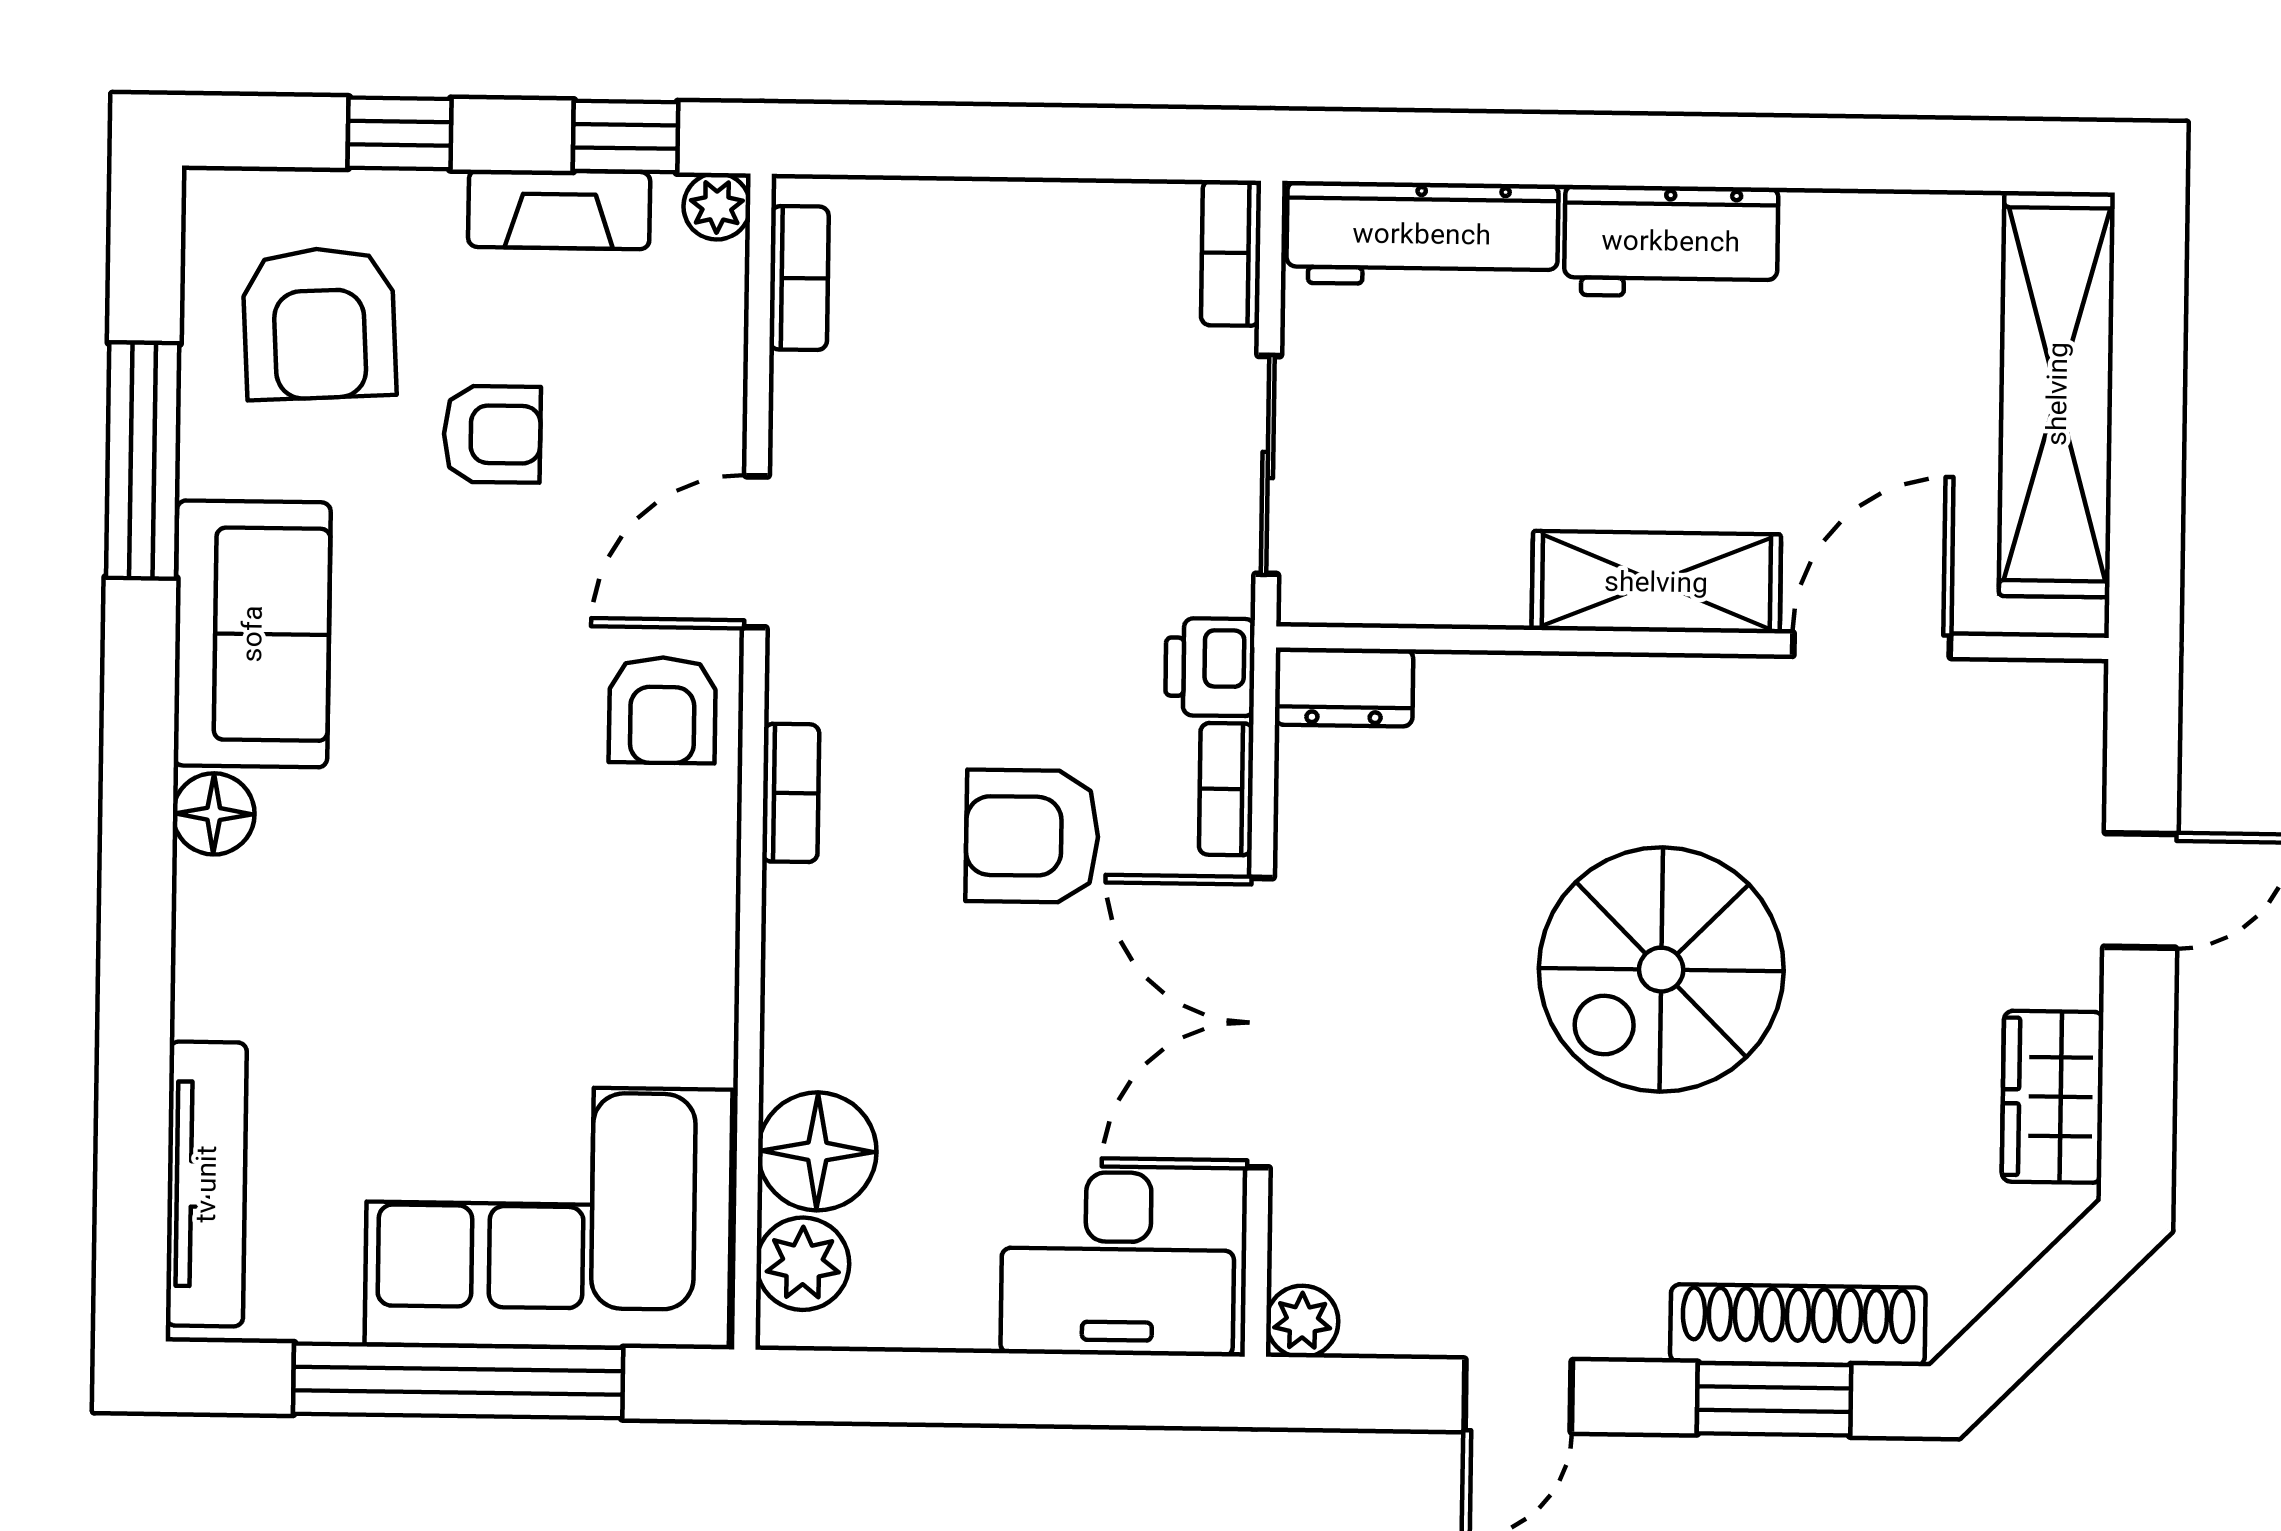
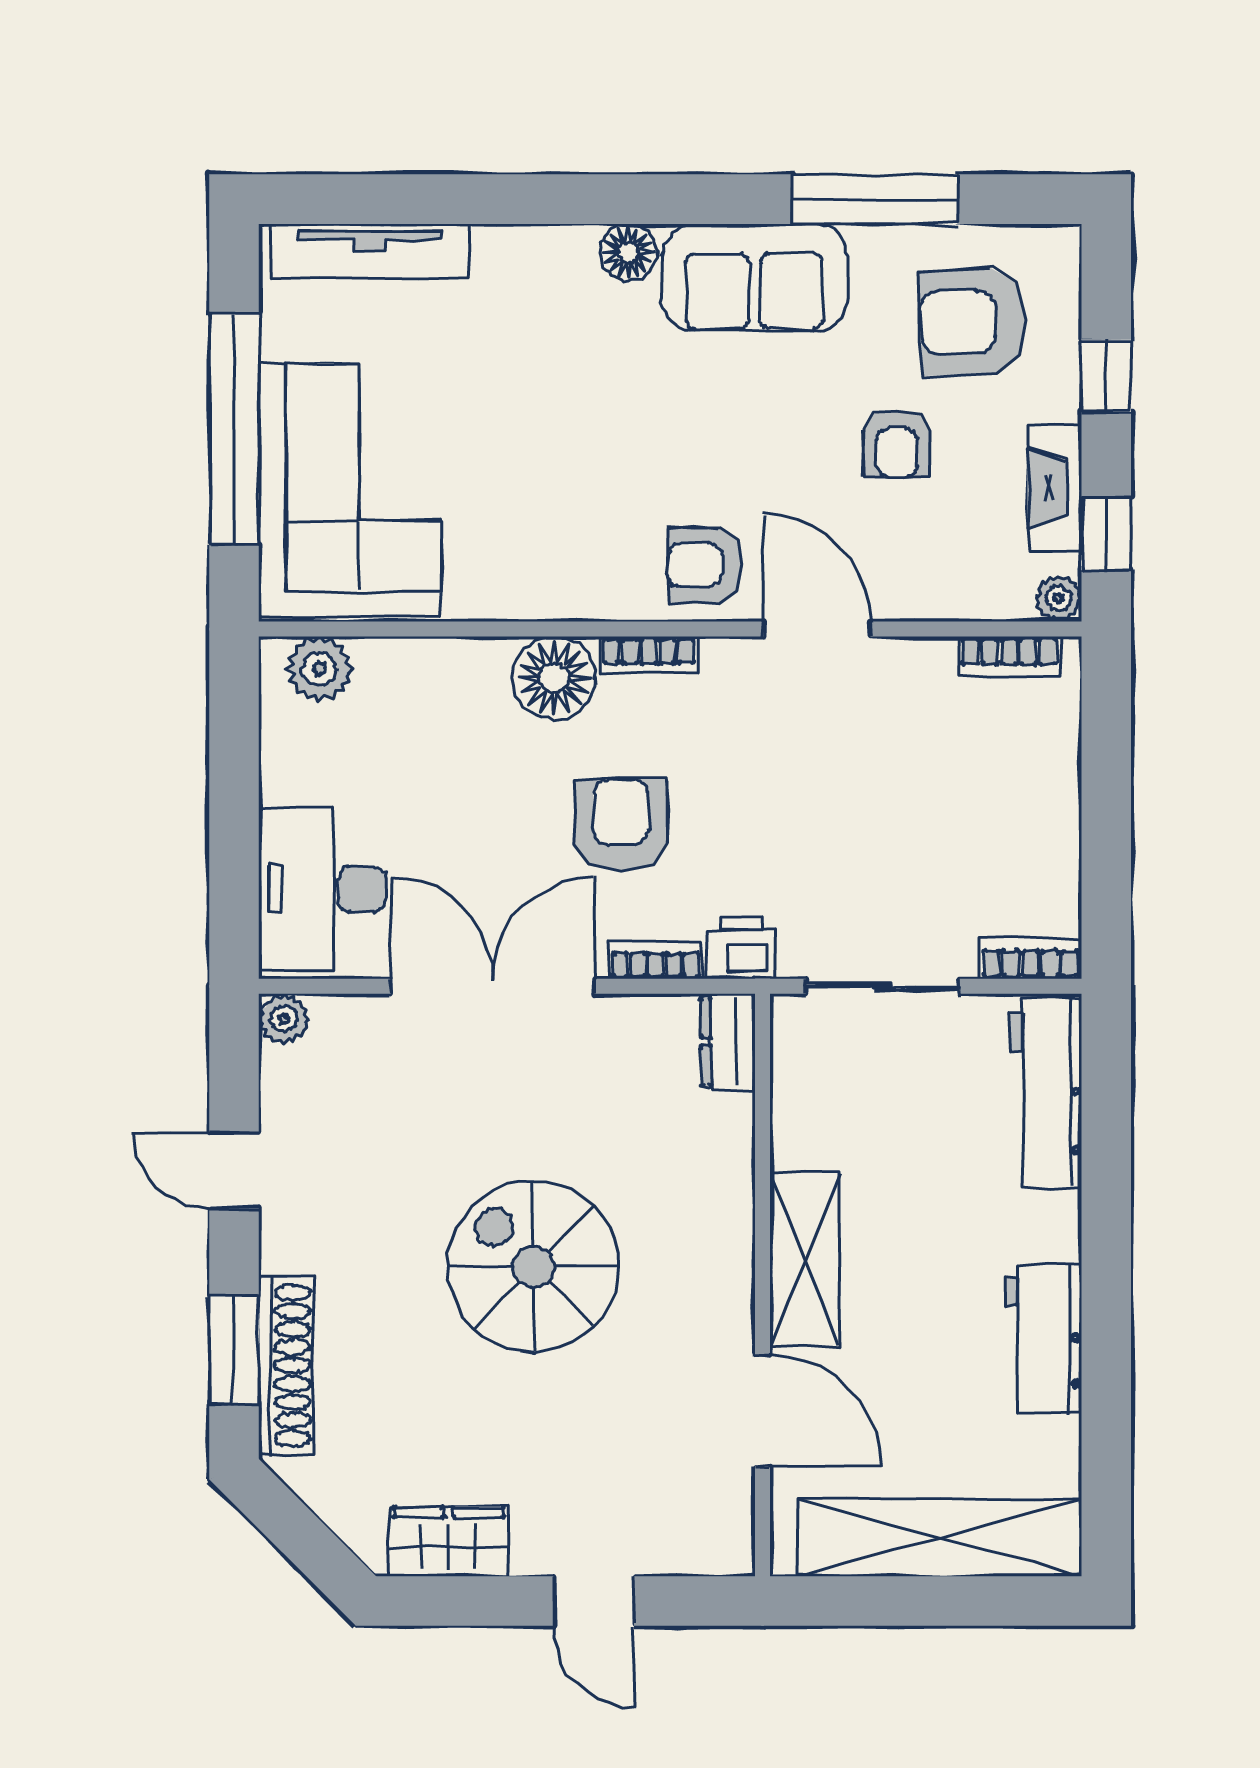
workbench: (1671, 241) -> (1043, 1339), moved
floor lamp: (817, 1151) -> (554, 678), moved

